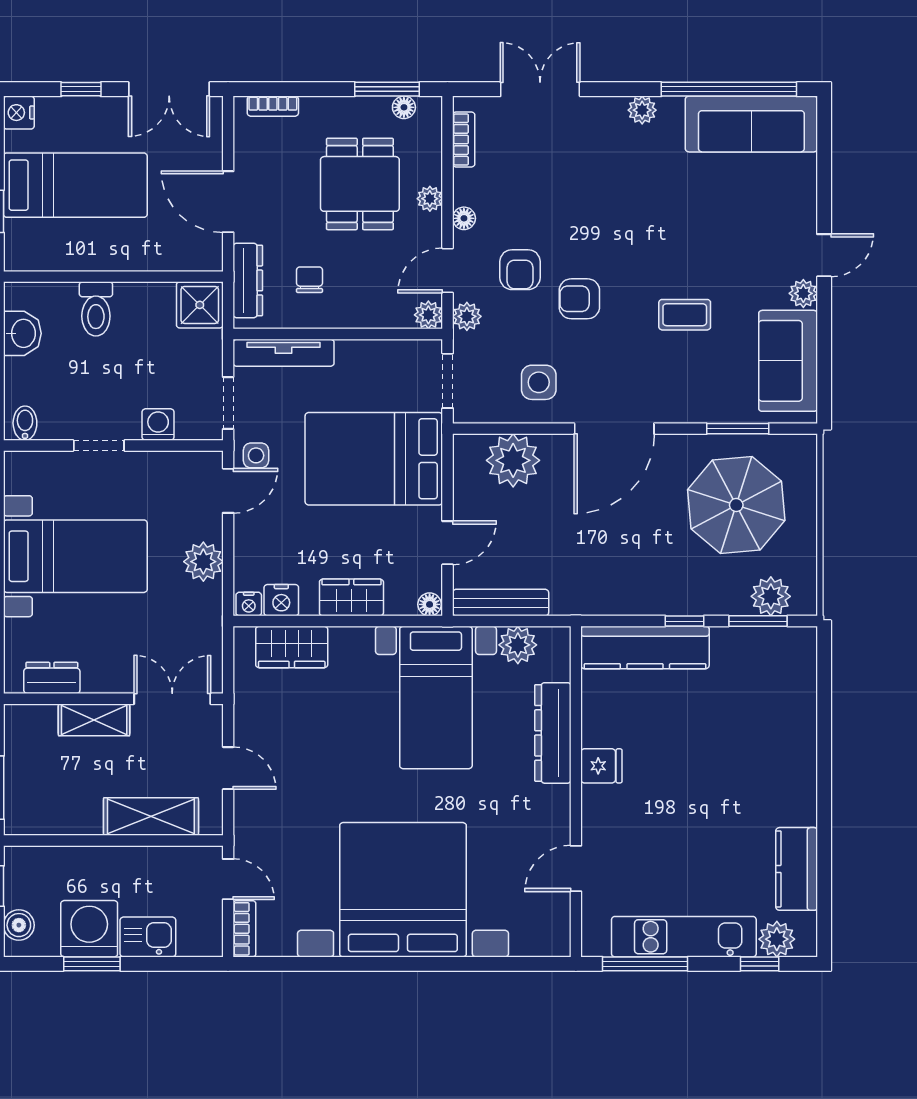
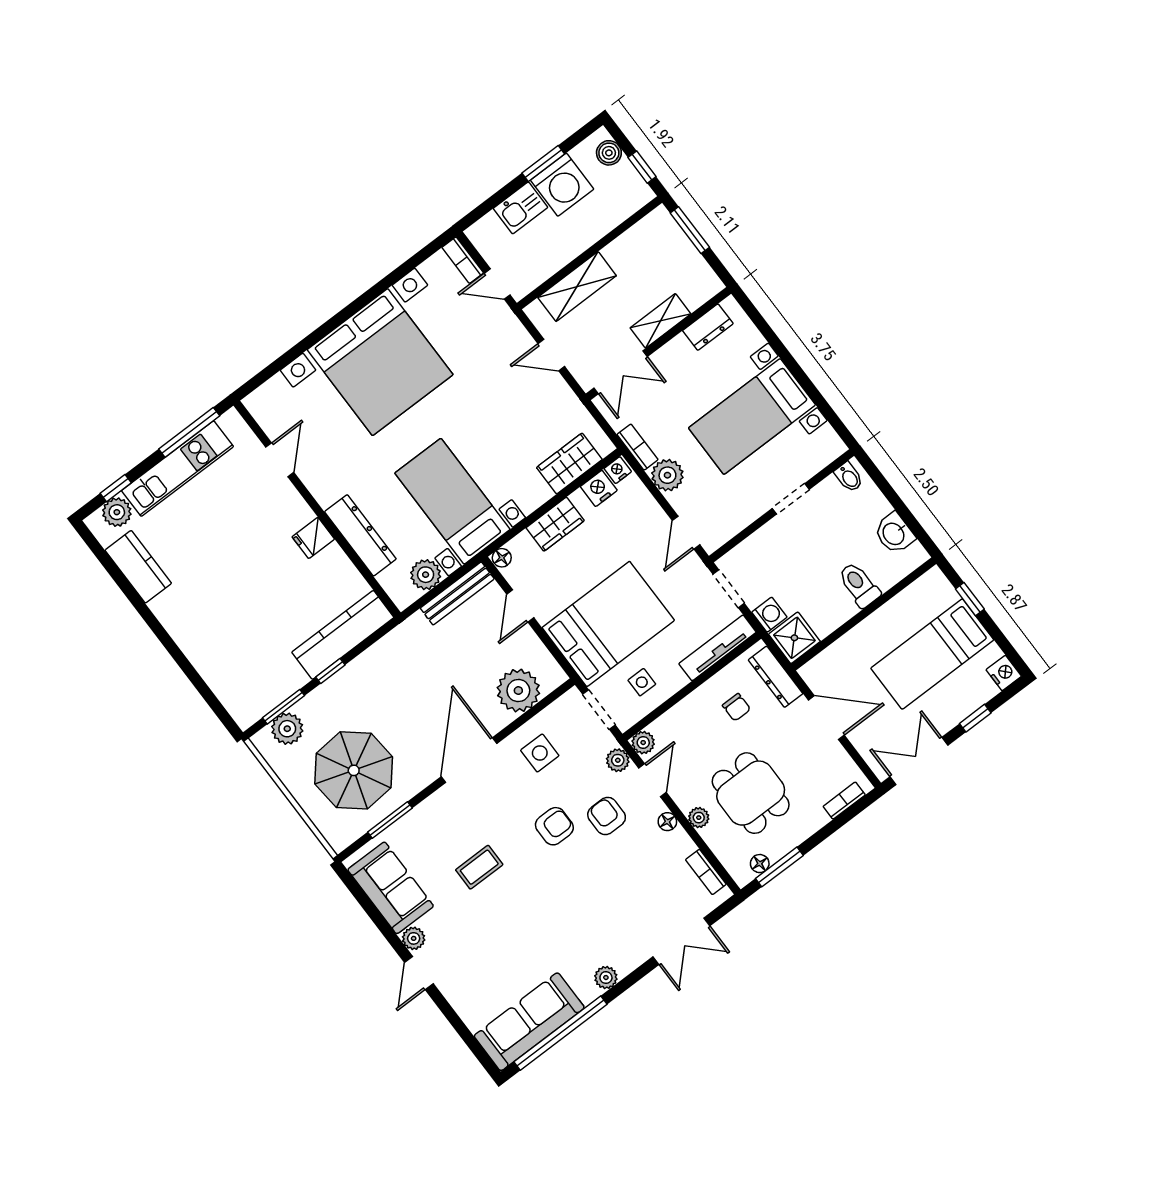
washing machine: (158, 425) -> (769, 615), moved, turned -90
side table: (256, 455) -> (642, 682), moved
bookcase: (212, 612) -> (637, 447), added

